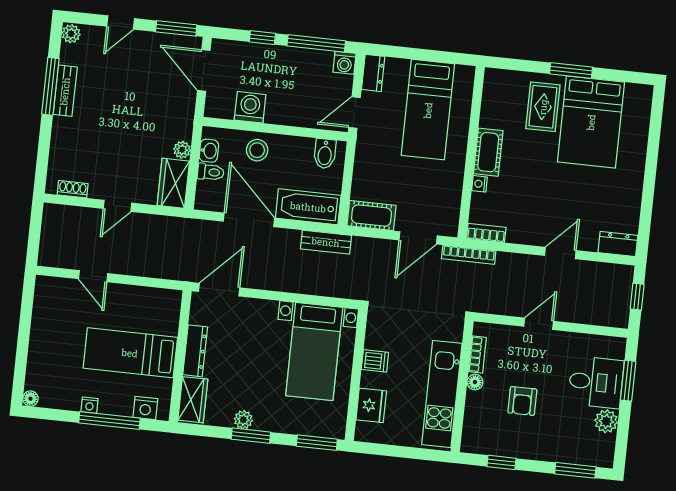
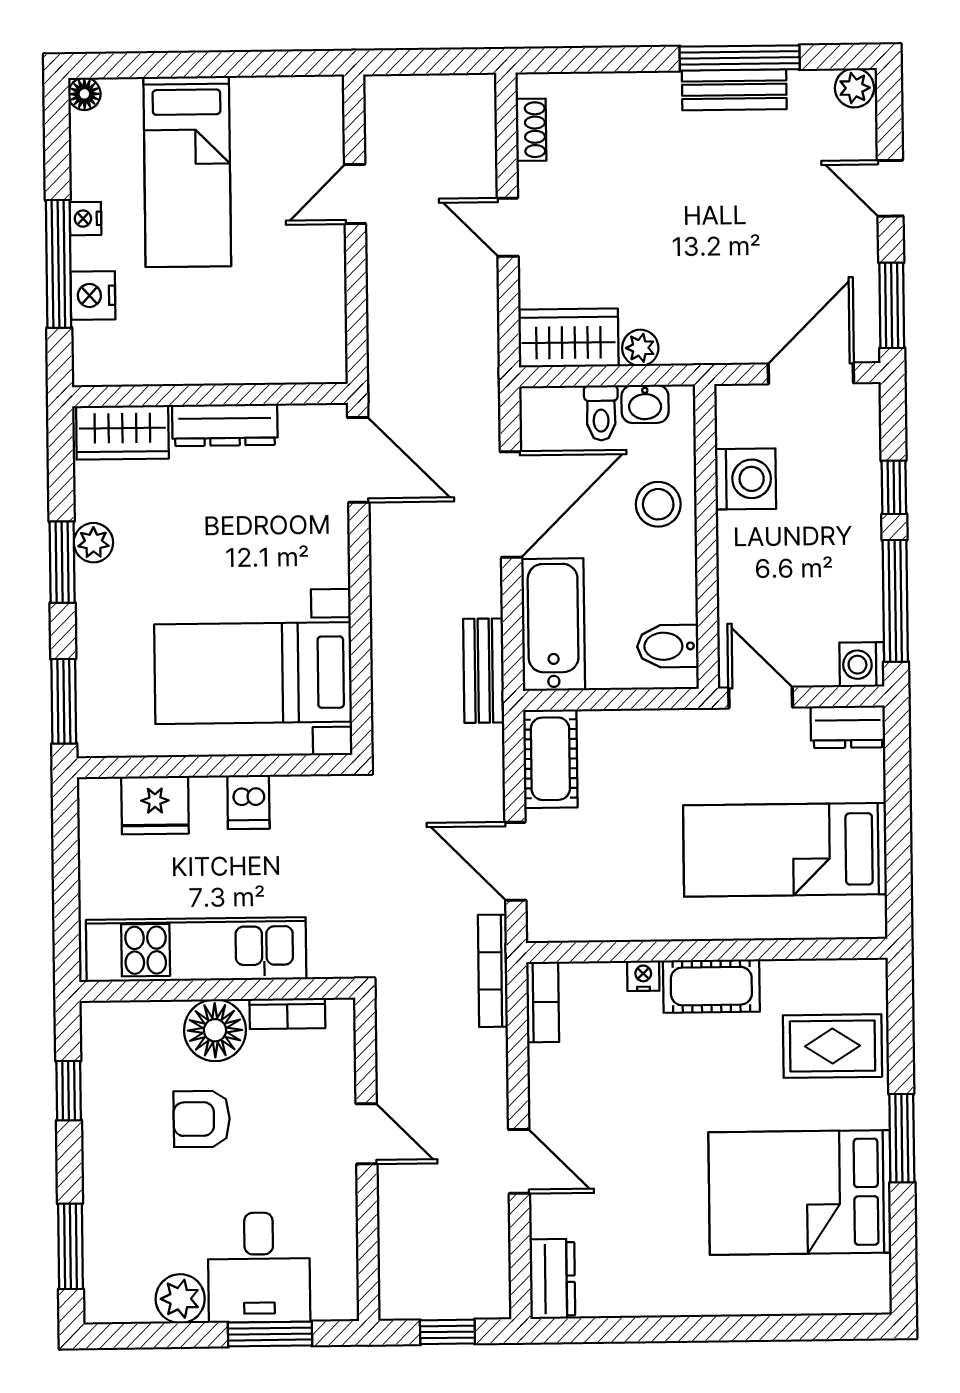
rug: (543, 107) -> (832, 1046), moved
bed: (130, 353) -> (187, 172), moved, turned 180
floor lamp: (475, 382) -> (215, 1030), width x1.89, depth x1.89
nightstand: (145, 408) -> (93, 295), moved

